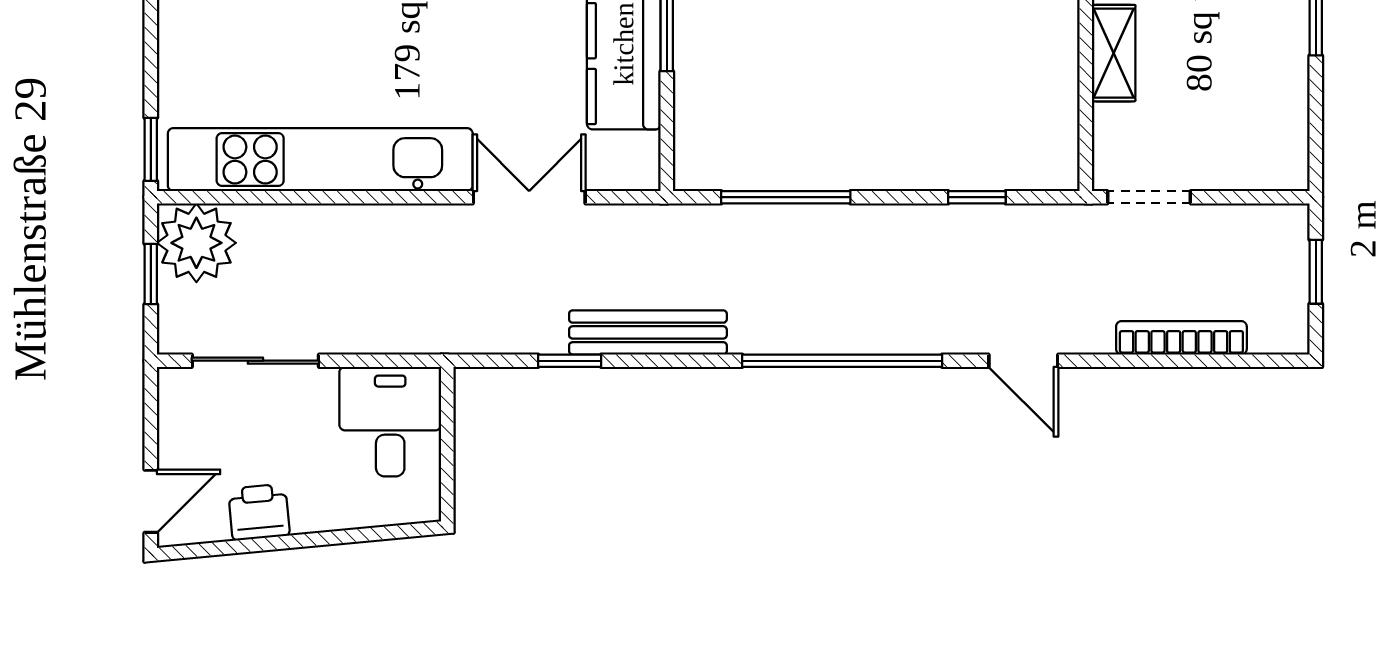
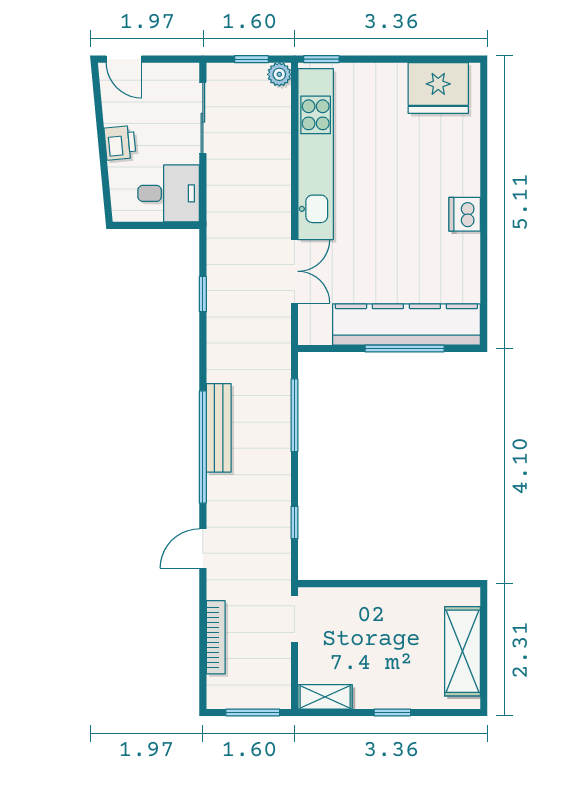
shelving: (1114, 53) -> (325, 697), moved
plant: (196, 243) -> (279, 74), width x0.53, depth x0.53
window: (1316, 272) -> (253, 713), width x1.50
bench: (648, 332) -> (219, 428), moved
printer: (259, 512) -> (120, 143), moved

